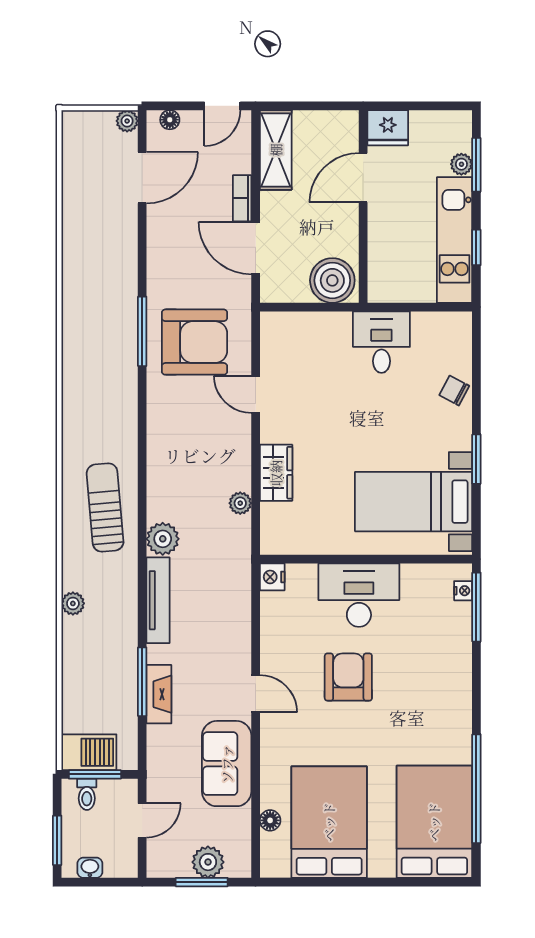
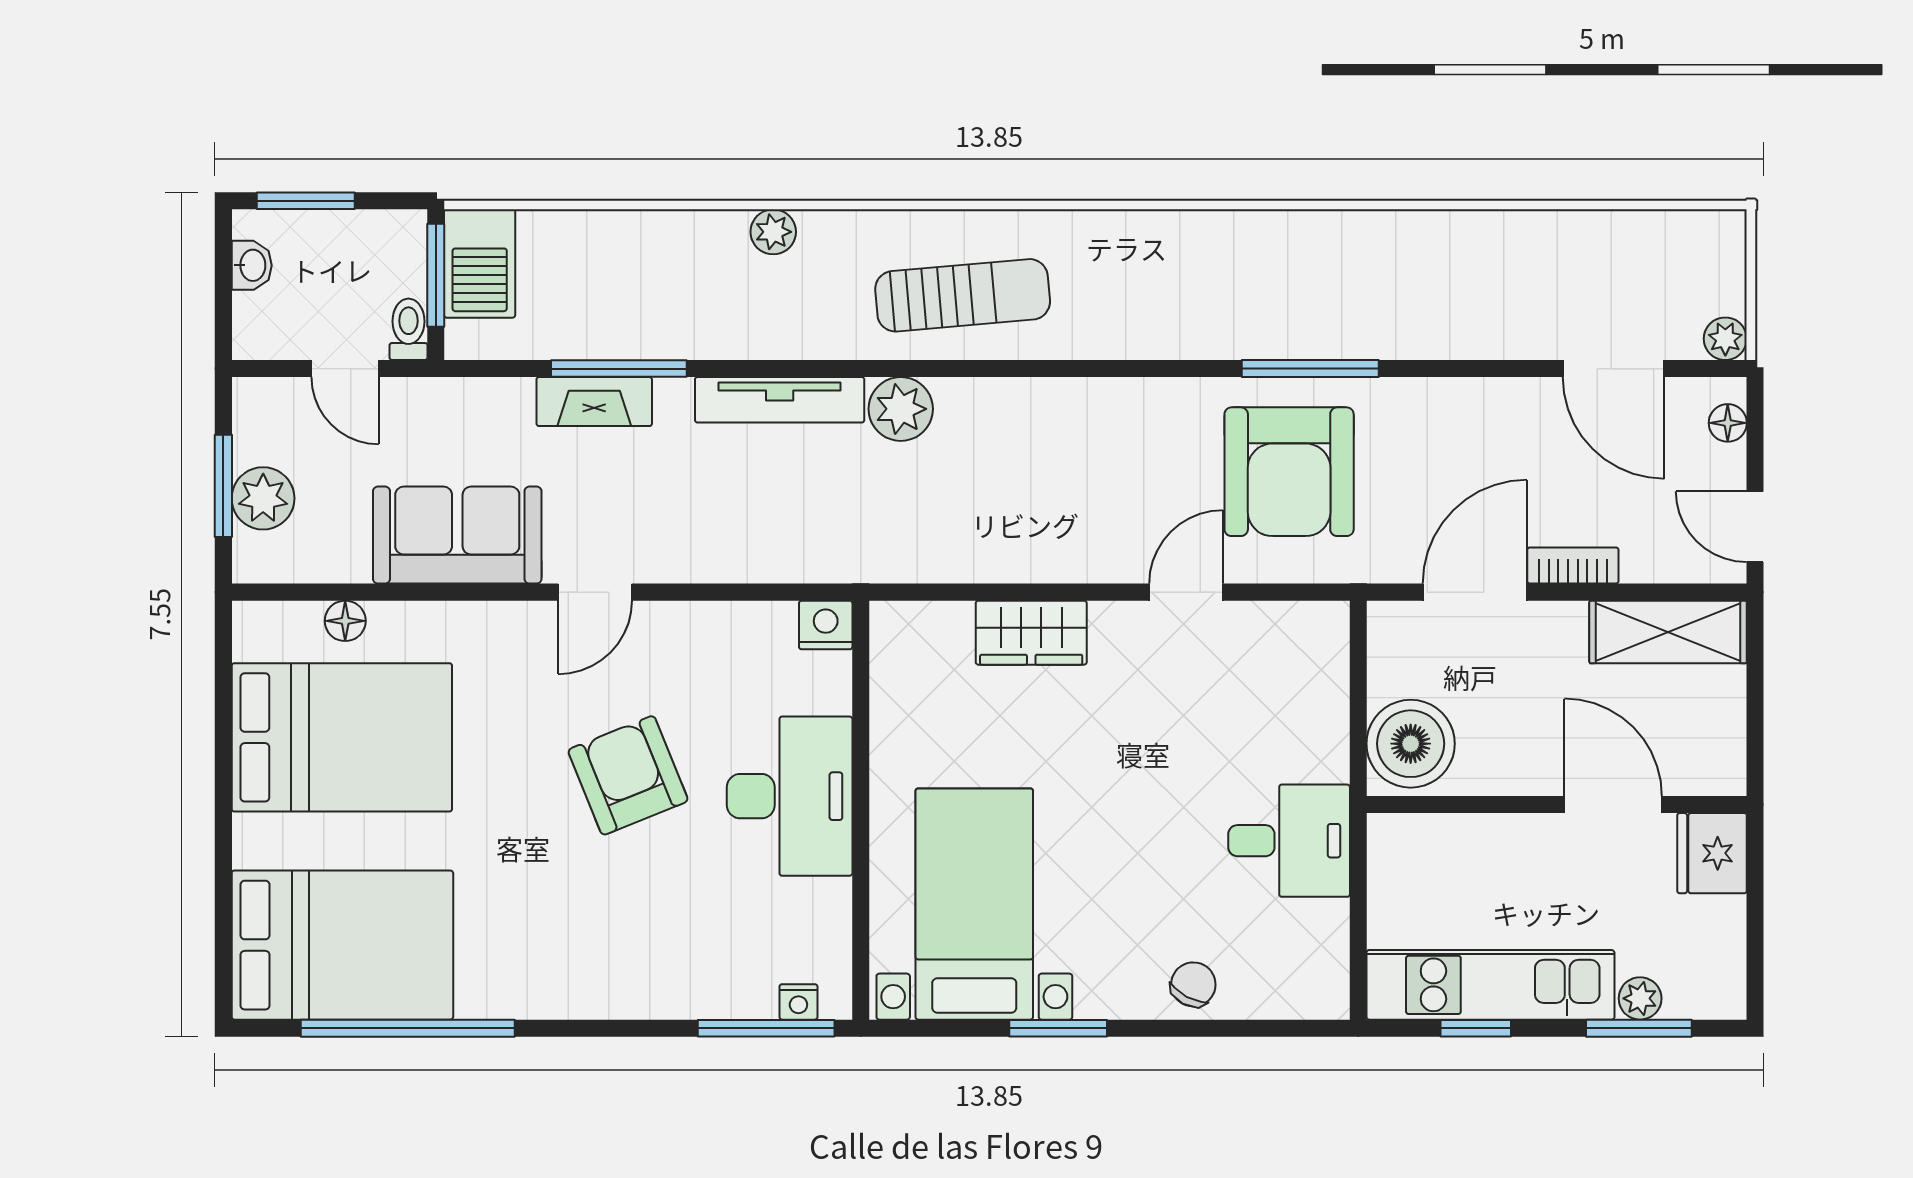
plant: (240, 503) -> (971, 562), removed
armchair: (348, 677) -> (628, 775), turned -112
toilet: (87, 794) -> (408, 329), moved, turned 90

